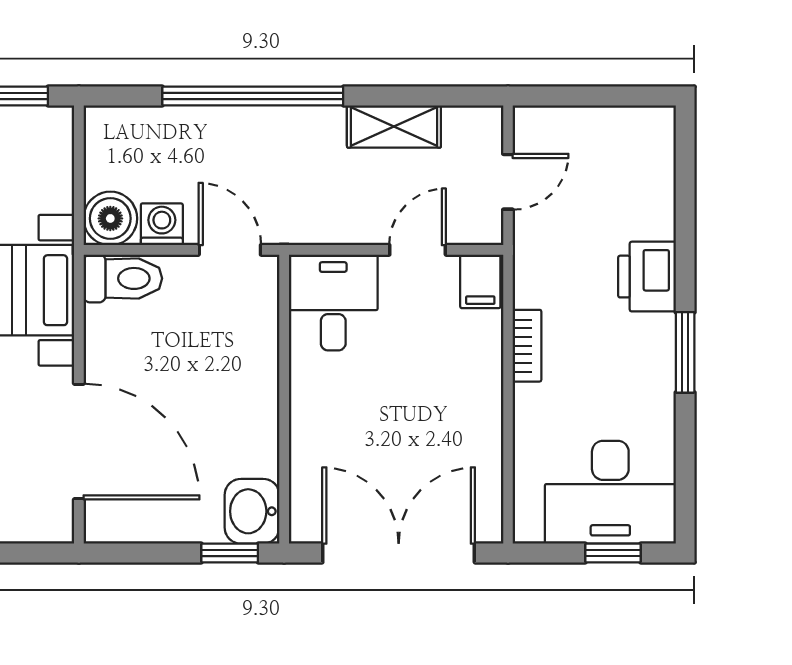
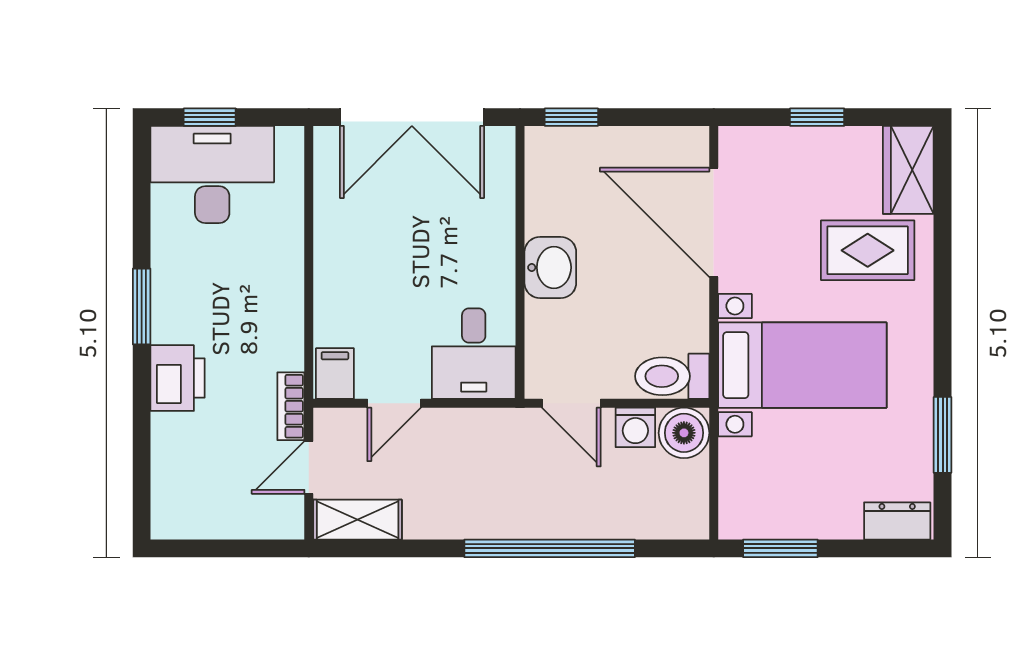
shelving: (394, 126) -> (358, 520), moved
bookcase: (527, 346) -> (291, 406), moved
washbasin: (252, 511) -> (550, 267), moved

